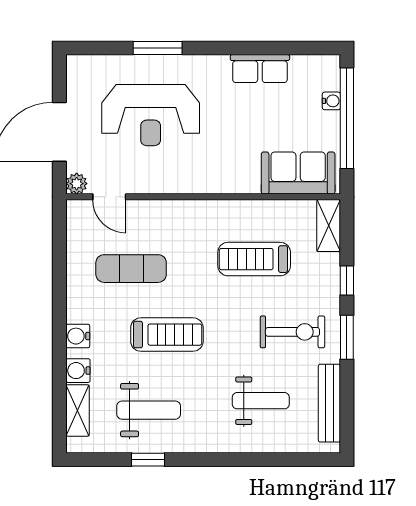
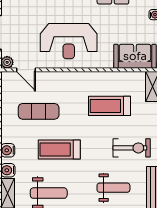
reception desk: (151, 115) -> (69, 41), moved
treadmill: (167, 335) -> (59, 149), turned 180

